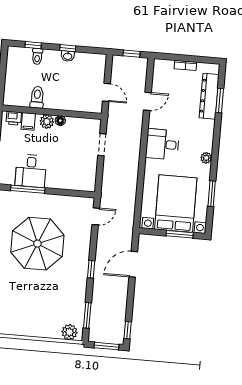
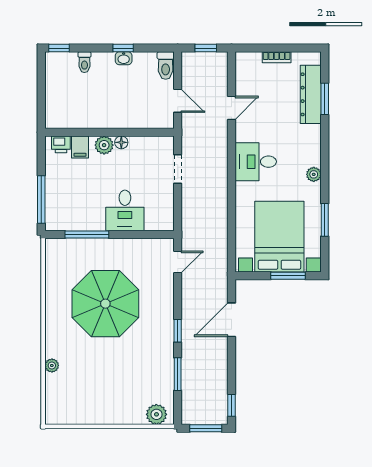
window: (33, 45) -> (59, 48), moved
toilet: (37, 97) -> (166, 66), moved, turned 180
desk: (31, 171) -> (125, 210), moved
window: (87, 315) -> (178, 374), moved

